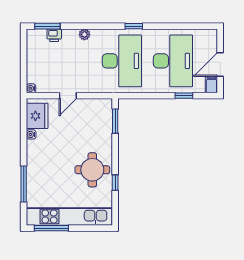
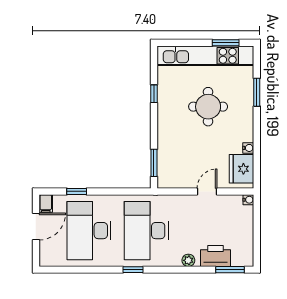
printer: (54, 35) -> (215, 256), width x1.87, depth x1.48
round table: (92, 170) -> (208, 107), moved
window: (24, 184) -> (257, 92), width x0.69
window: (51, 228) -> (226, 43), width x0.69

